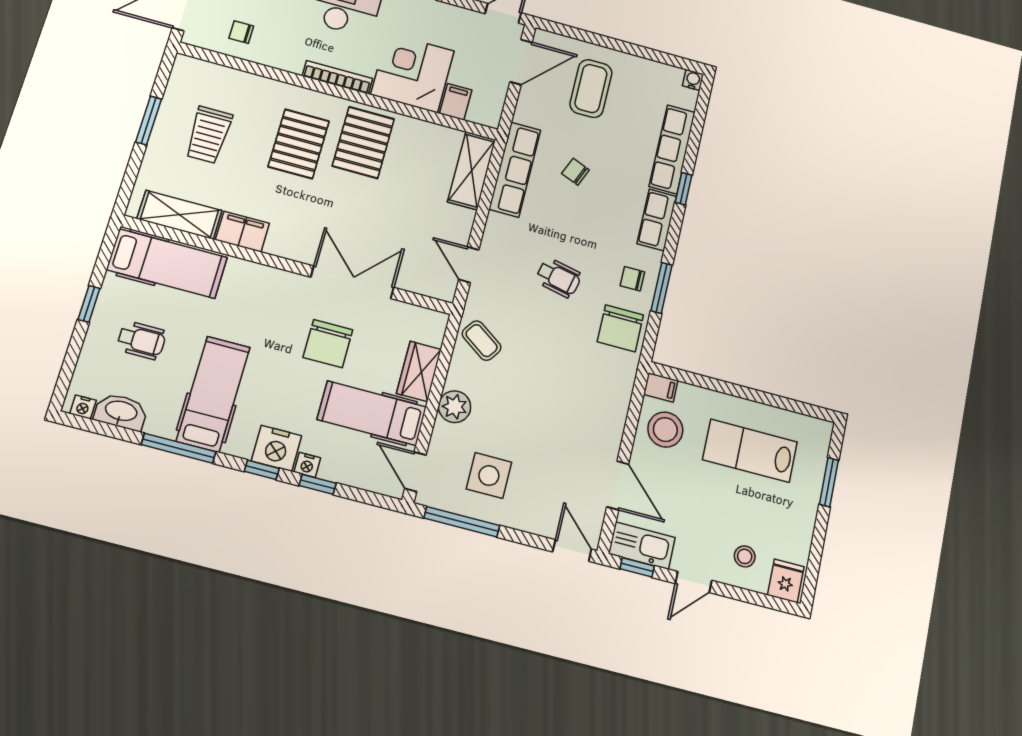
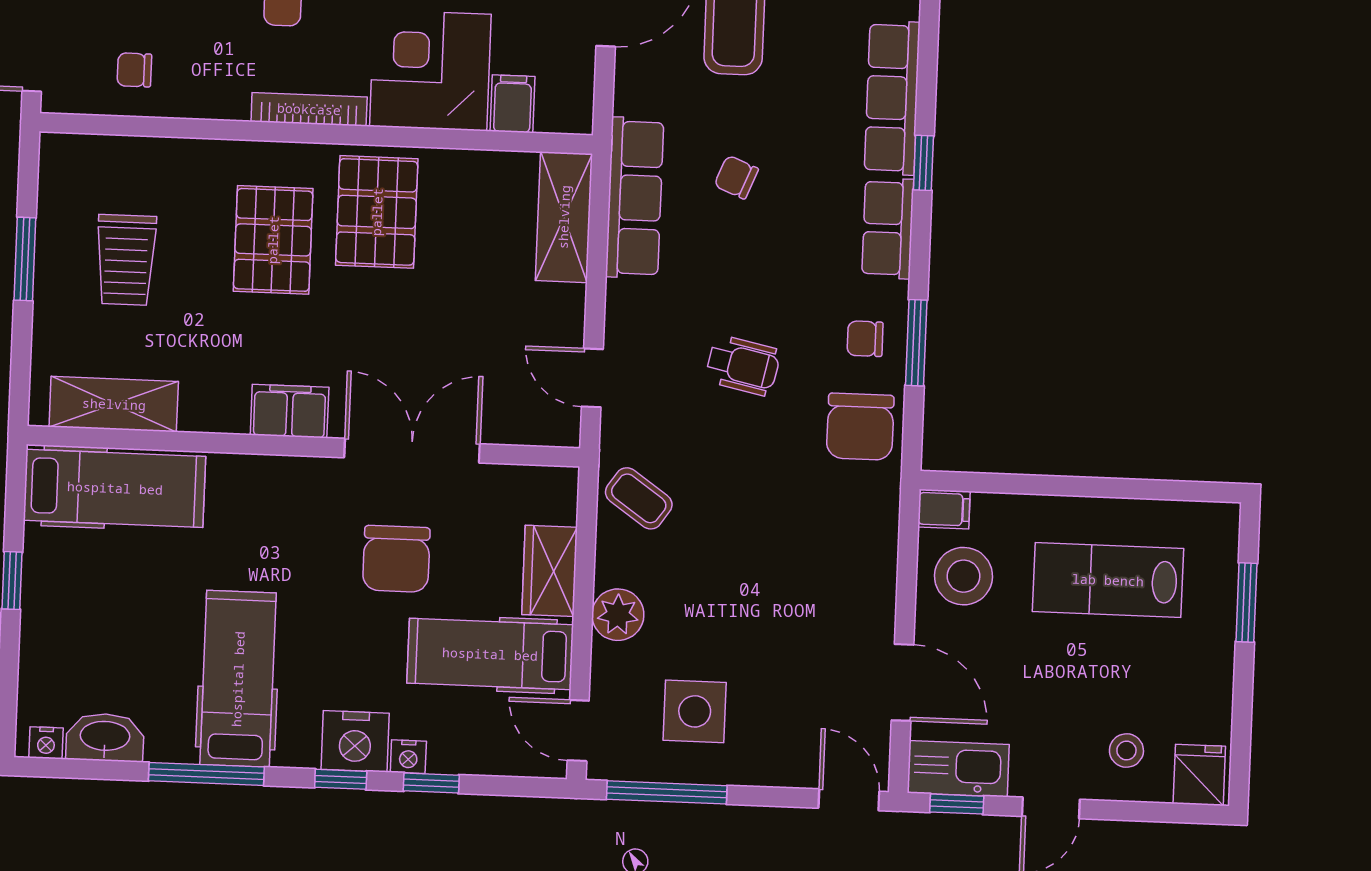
filing cabinet: (242, 232) -> (290, 411), moved
wheelchair: (141, 340) -> (107, 620), removed

